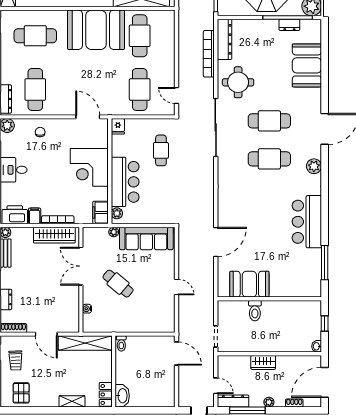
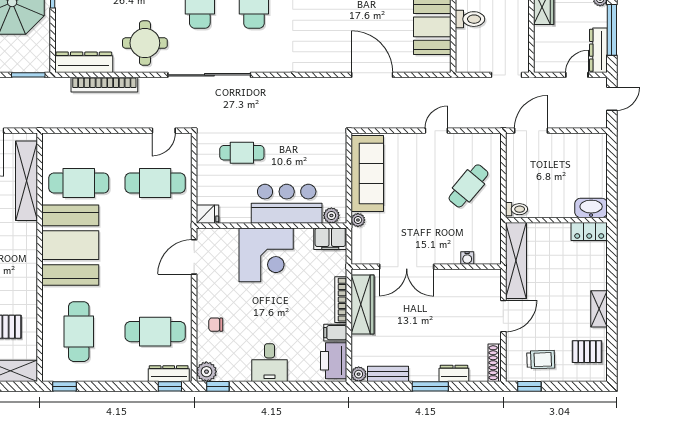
cafe table: (118, 284) -> (468, 186), moved
shelving: (72, 401) -> (599, 309), moved

